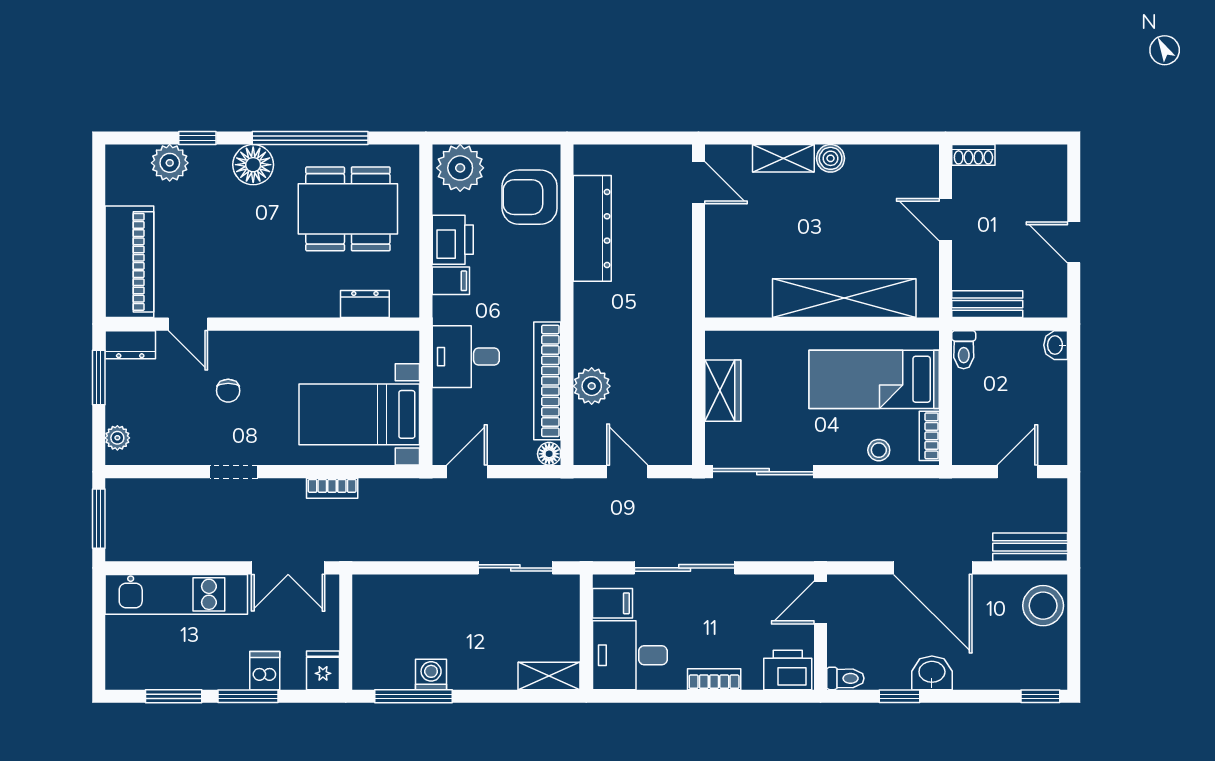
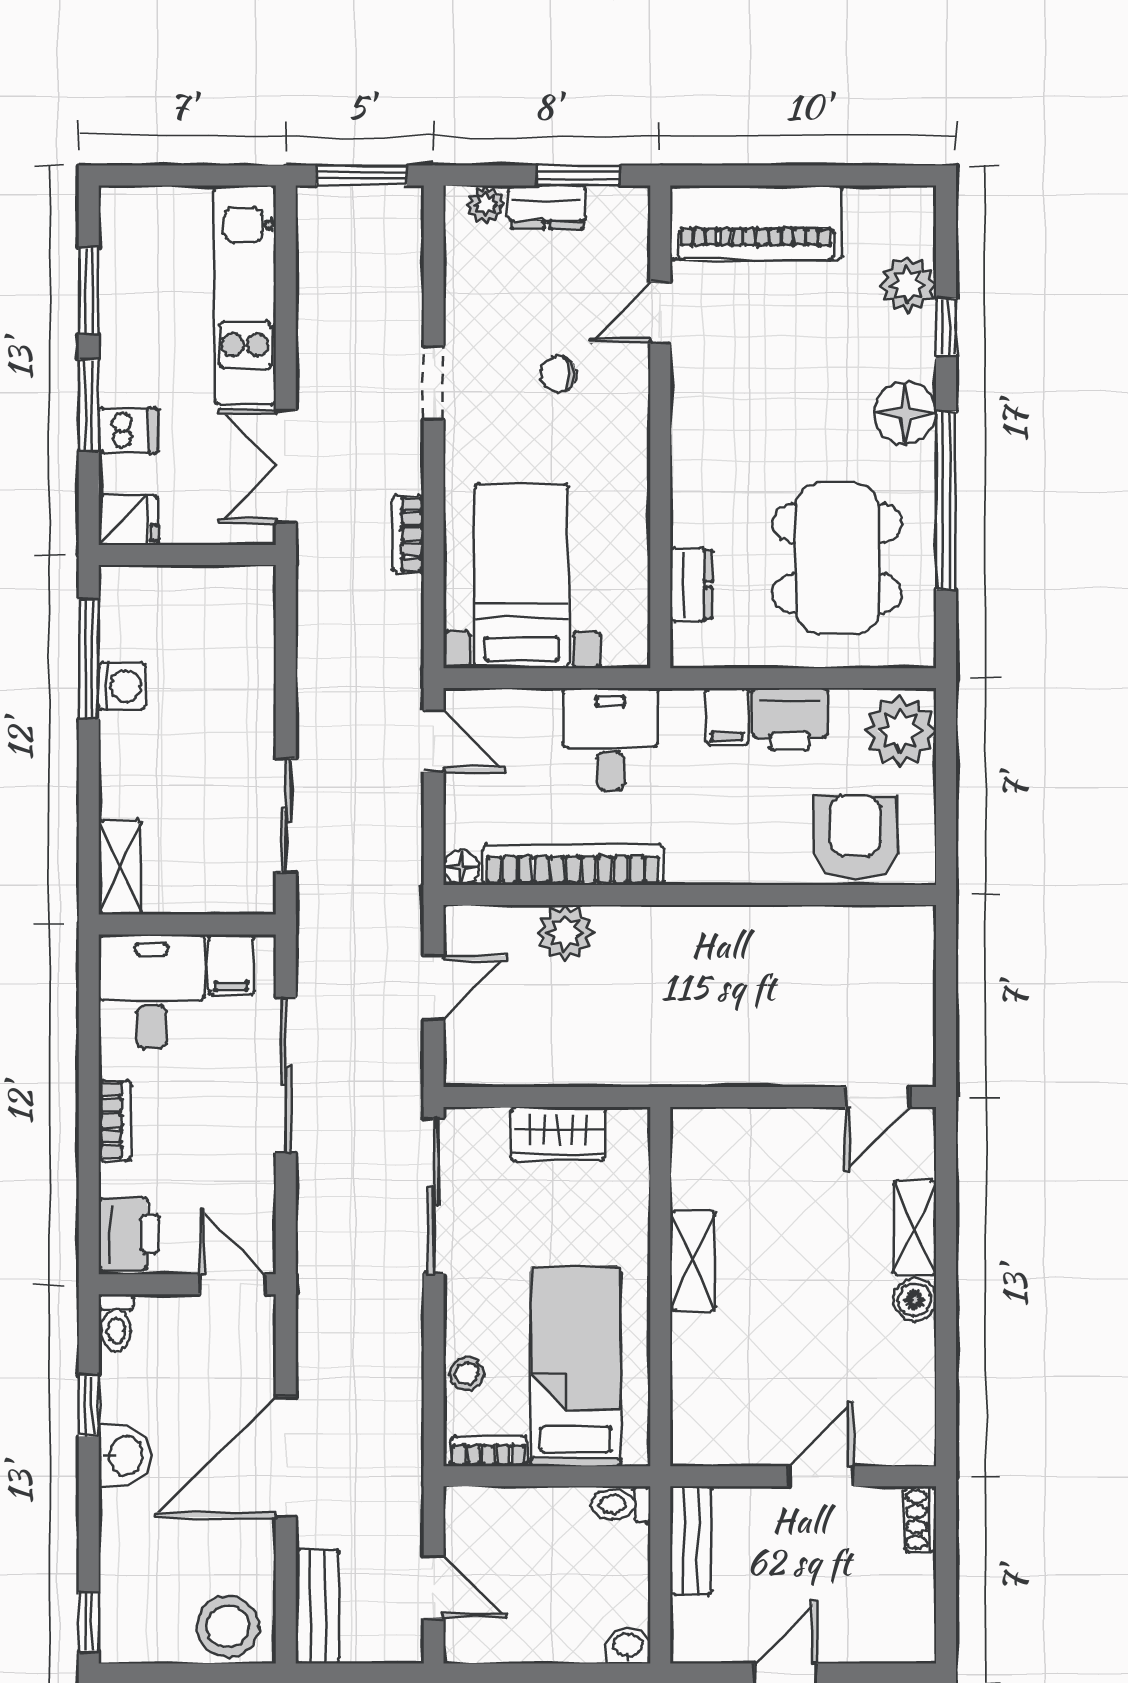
dresser: (592, 228) -> (807, 934), removed
shelving: (844, 298) -> (693, 1261), width x0.45, depth x0.75
dresser: (130, 345) -> (547, 207), moved, turned -90

